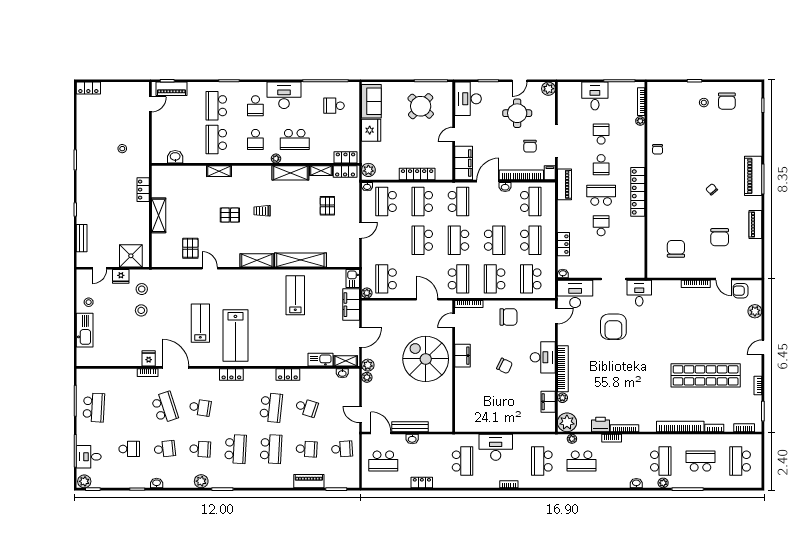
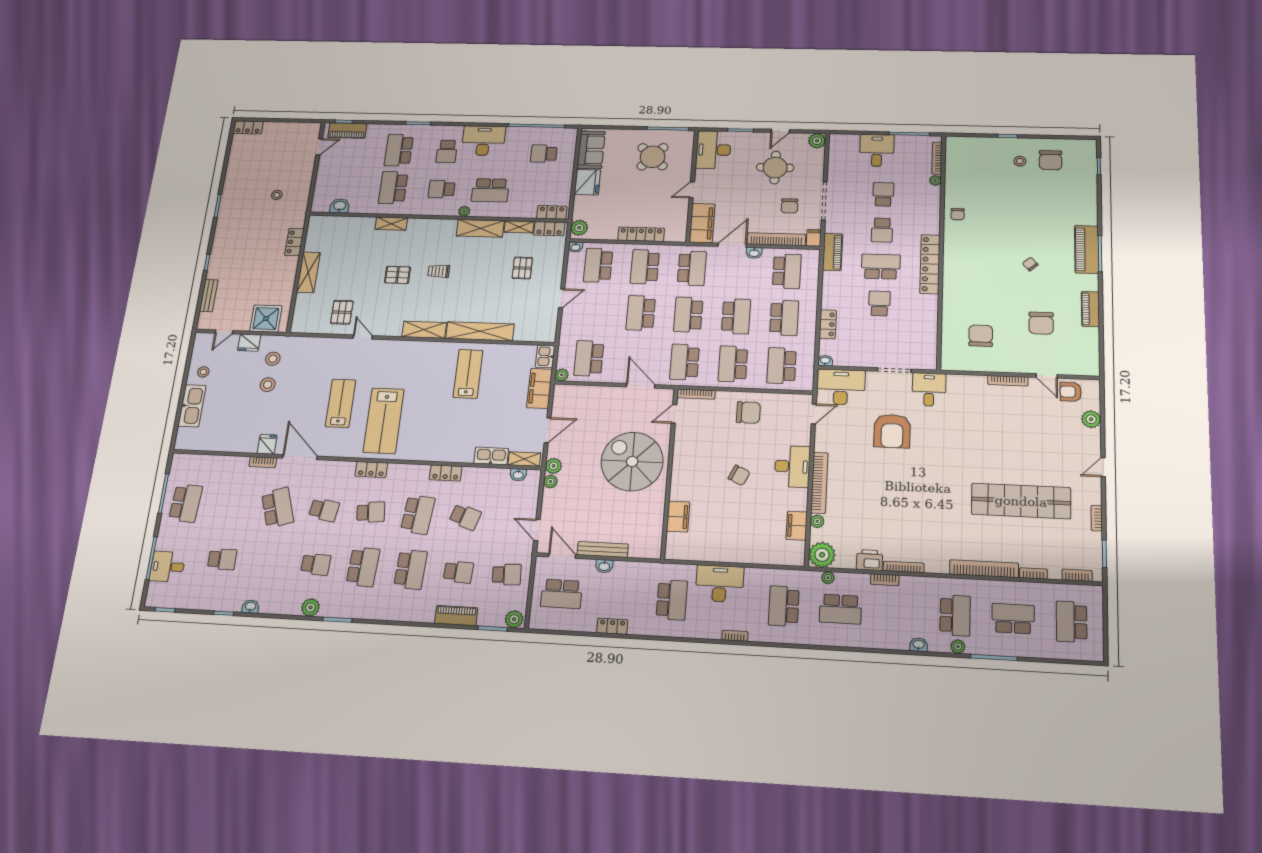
school desk: (255, 139) -> (442, 189), turned 90
school desk: (458, 279) -> (685, 362), turned 180
filing cabinet: (462, 356) -> (678, 517), moved
school desk: (165, 449) -> (371, 512), moved
plant: (84, 481) -> (514, 619), moved

